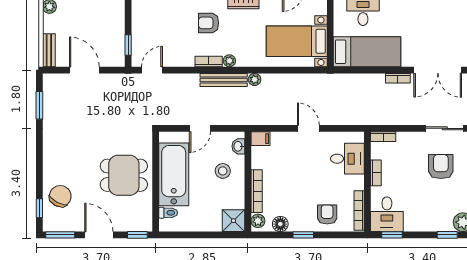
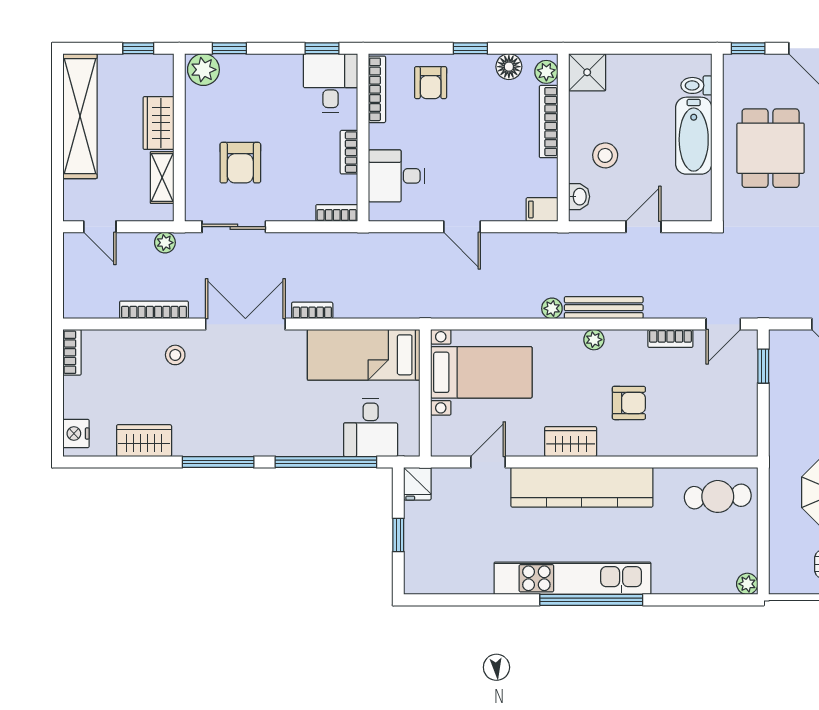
bookcase: (209, 61) -> (670, 338), moved
bathtub: (174, 174) -> (694, 136), width x0.73, depth x0.73
dining table: (124, 175) -> (771, 148), turned 90

